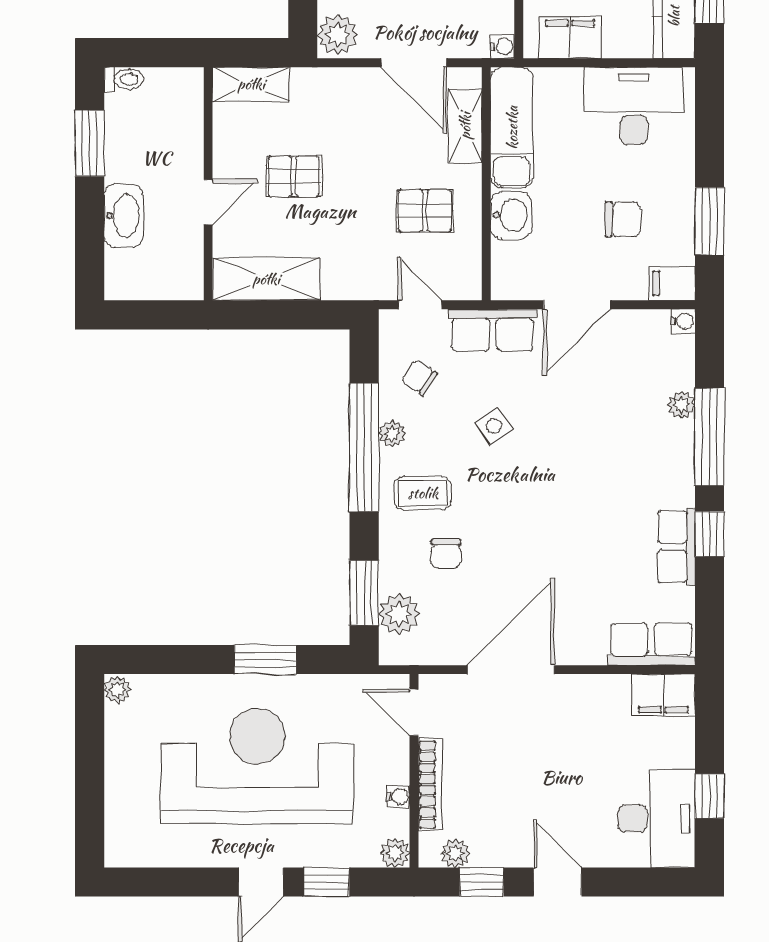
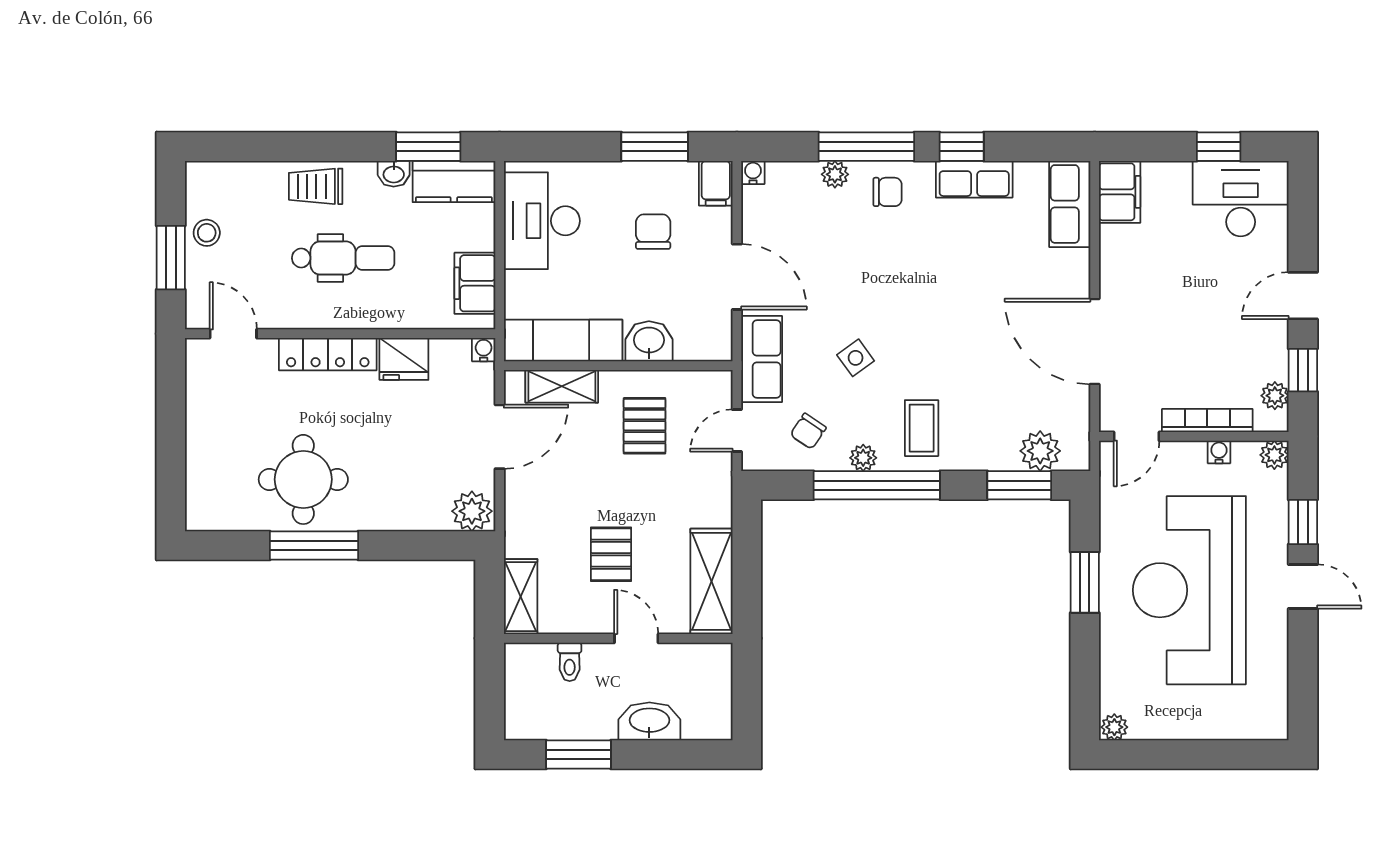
toilet: (124, 79) -> (570, 662), moved, turned 180
chair: (446, 554) -> (888, 192), moved

